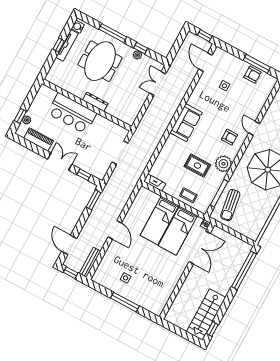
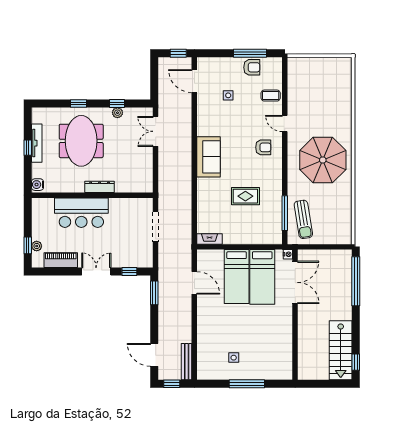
water cooler: (78, 27) -> (37, 185), moved
window: (113, 33) -> (79, 104), width x0.46
plant: (223, 164) -> (272, 179), removed
coffee table: (188, 195) -> (271, 96), moved
door: (115, 230) -> (194, 283), moved

